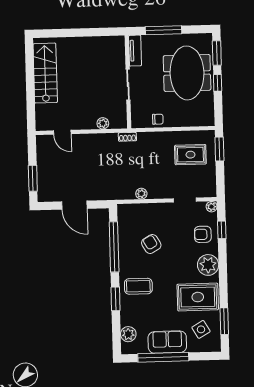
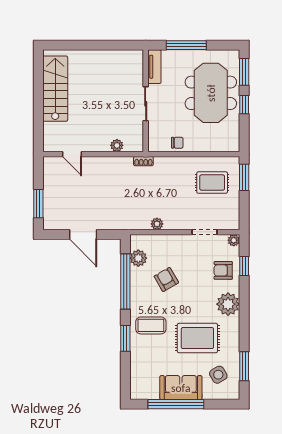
rug: (198, 297) -> (197, 338), moved
plant: (128, 334) -> (138, 258), moved

